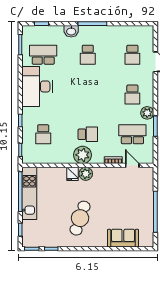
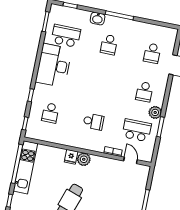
plant: (83, 155) -> (84, 140), removed

